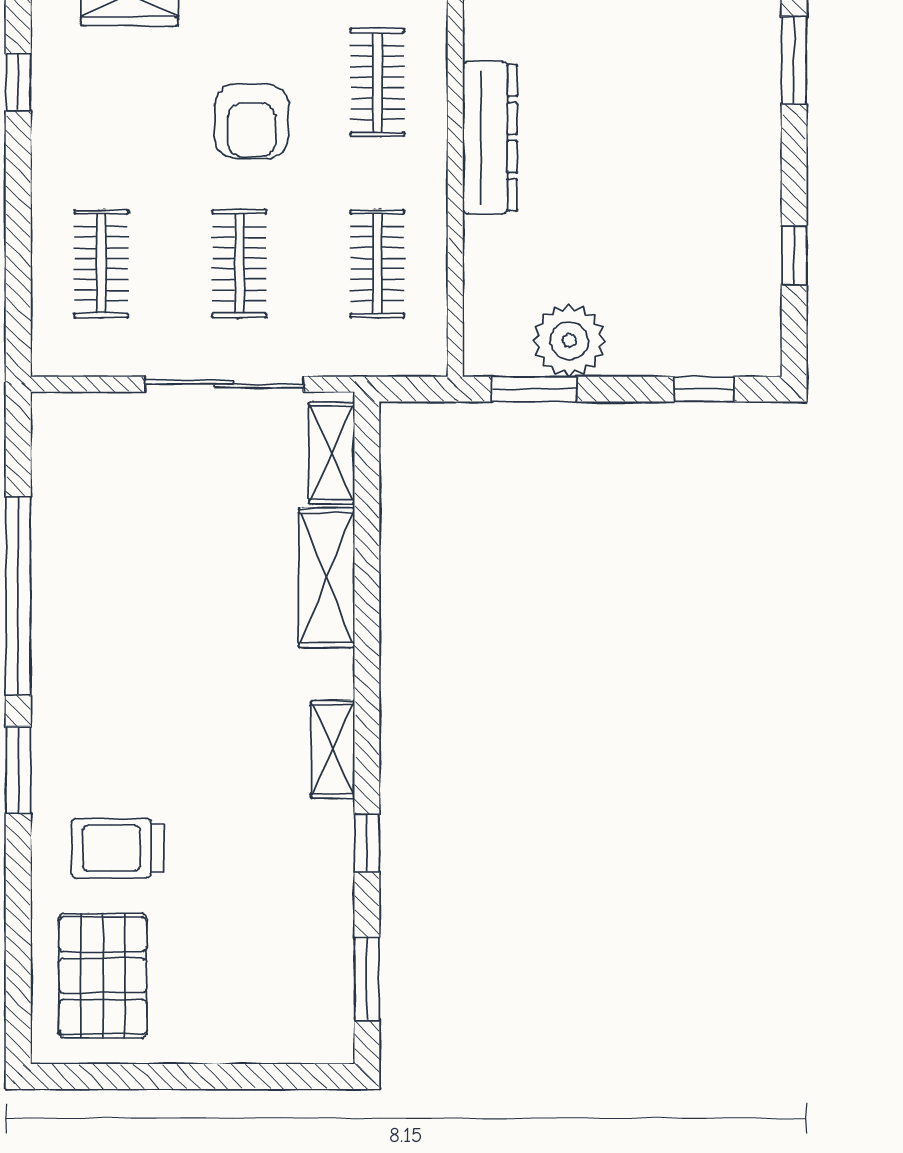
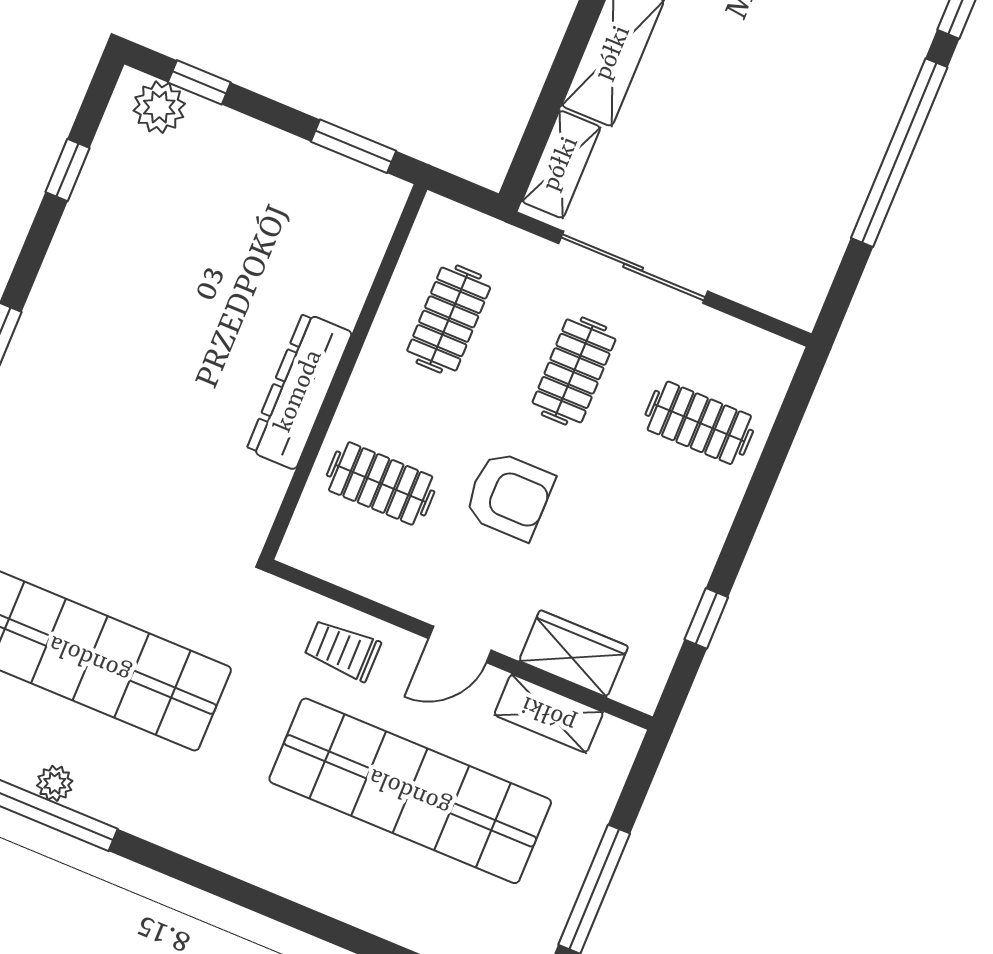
clothes rail: (377, 82) -> (381, 483), turned 90
armchair: (252, 121) -> (509, 496), turned 90
clothes rail: (101, 264) -> (699, 423), turned 90
plant: (569, 341) -> (159, 107), moved, width x0.73, depth x0.73

